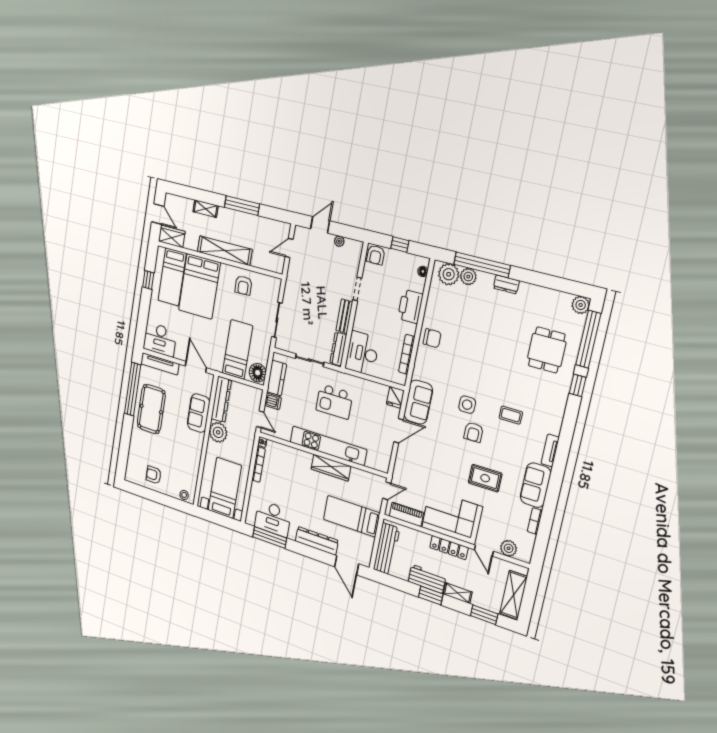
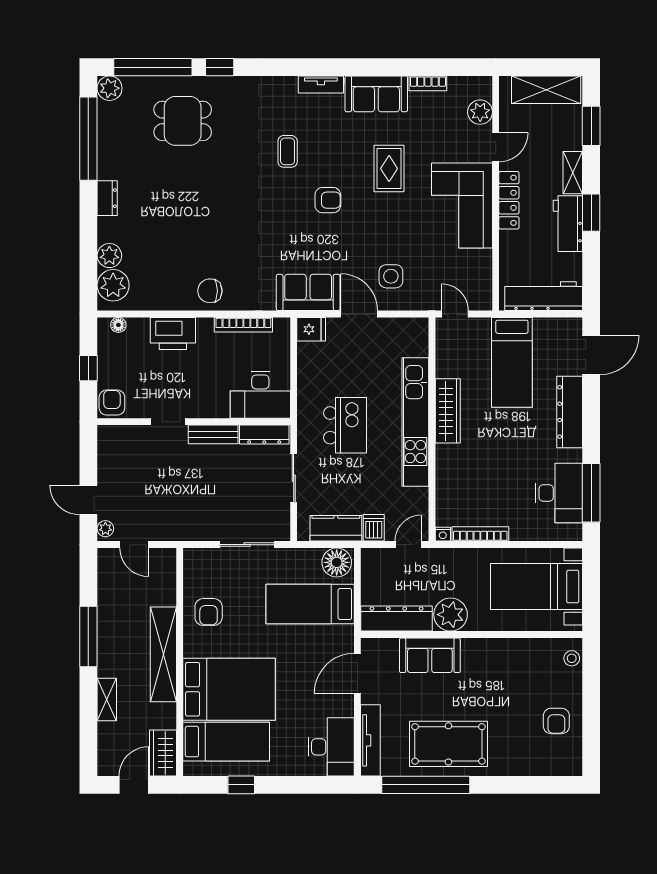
plant: (339, 241) -> (105, 529), moved
armchair: (376, 255) -> (112, 403), turned -90
window: (482, 265) -> (88, 139), moved
armchair: (243, 285) -> (209, 612), turned 92
chair: (432, 338) -> (210, 291), turned -90
side table: (467, 405) -> (391, 276), moved
piano: (406, 514) -> (481, 276), removed

